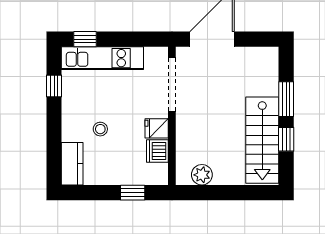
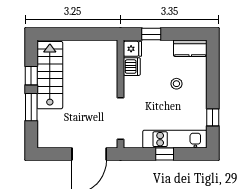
window: (85, 39) -> (165, 154), moved
fridge: (157, 128) -> (132, 49), moved
kitchen counter: (72, 164) -> (190, 48), moved, turned -90
plant: (202, 175) -> (97, 48), removed

